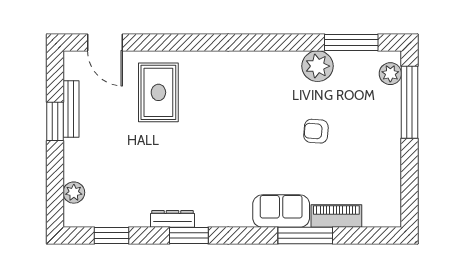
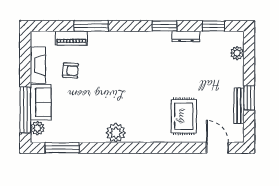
plant: (318, 66) -> (116, 133), moved
armchair: (316, 131) -> (70, 70), moved
fireplace: (390, 173) -> (38, 65), added
sofa: (281, 211) -> (41, 102), moved, turned -90
dresser: (173, 219) -> (186, 36), moved

